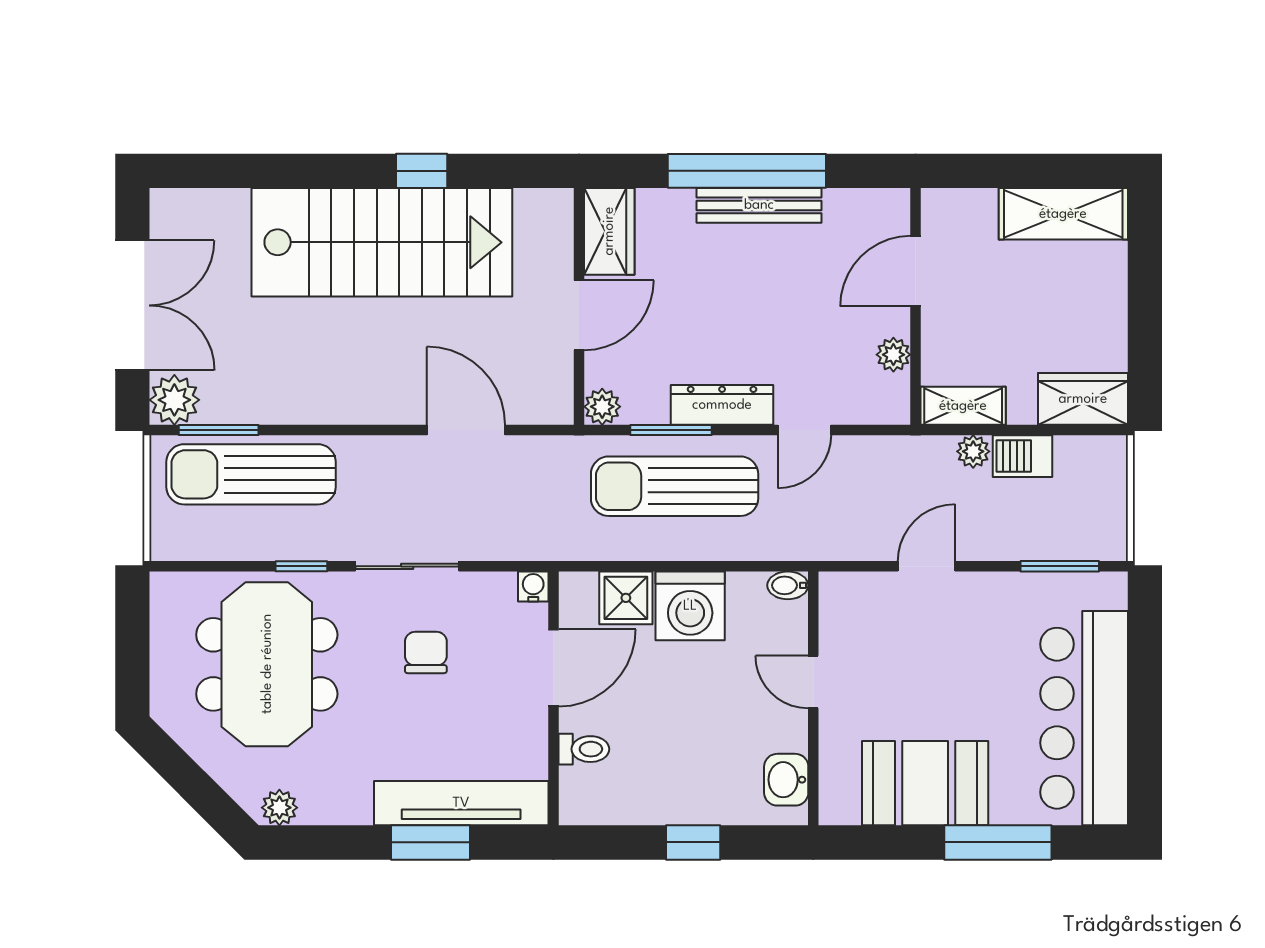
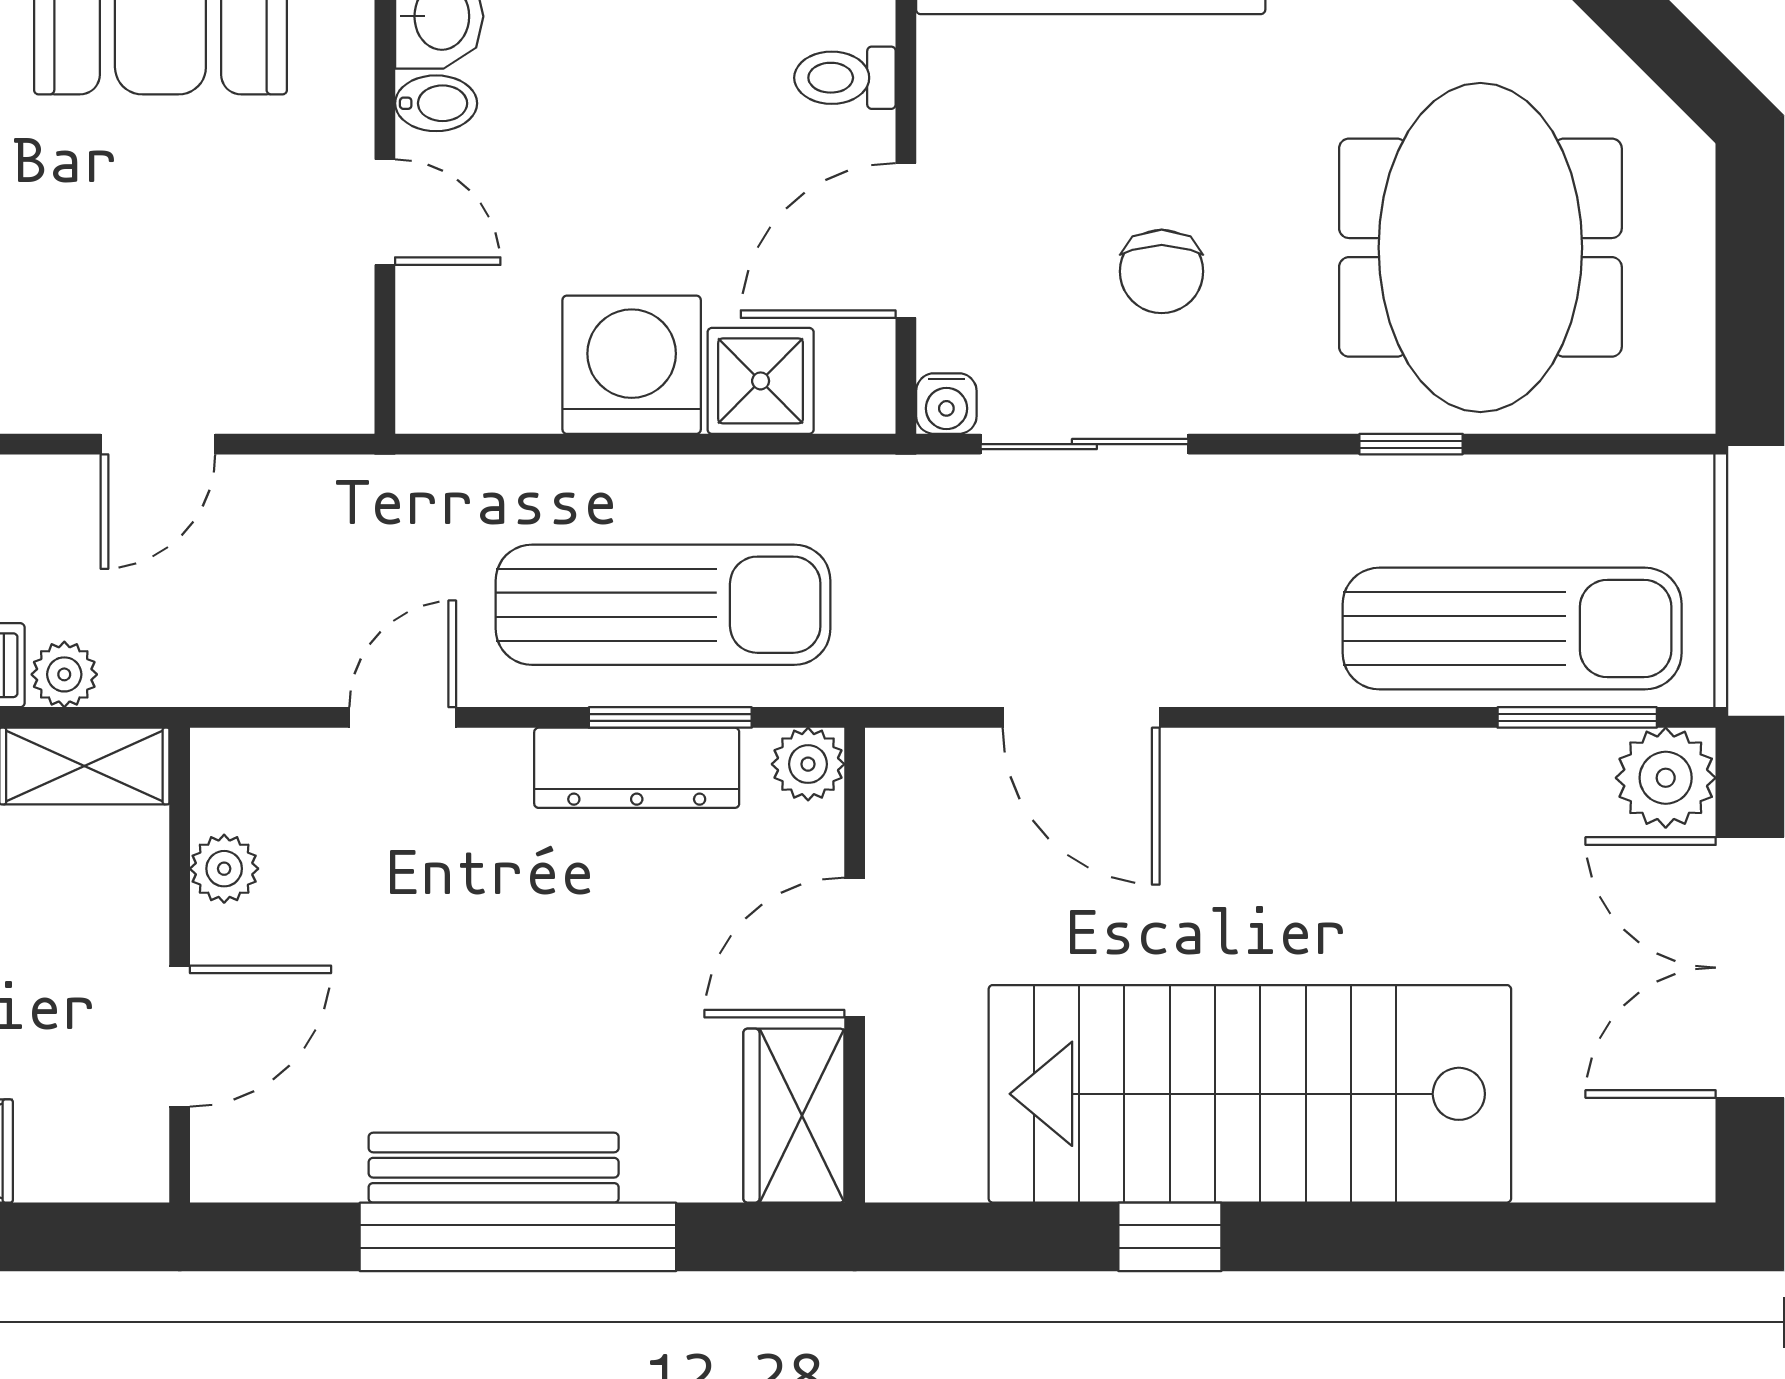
dresser: (722, 405) -> (637, 768), moved
sliding door: (407, 566) -> (1084, 444), moved
bidet: (788, 585) -> (436, 103), moved

